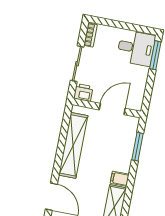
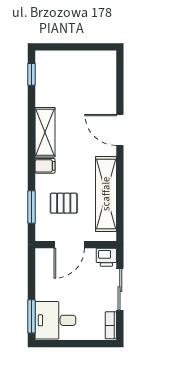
pallet: (110, 145) -> (64, 203), added

